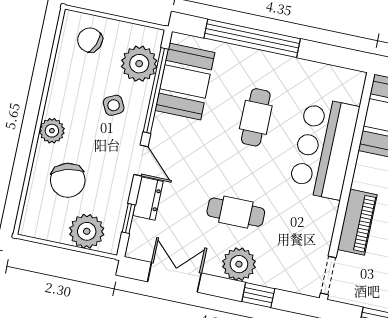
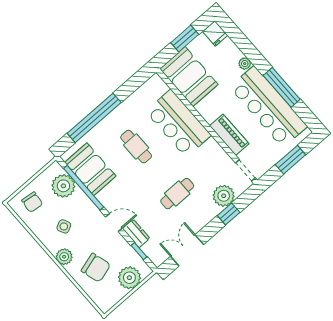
chair: (90, 40) -> (32, 202), turned -104
side table: (114, 105) -> (64, 226), moved
plant: (239, 264) -> (224, 196), moved

